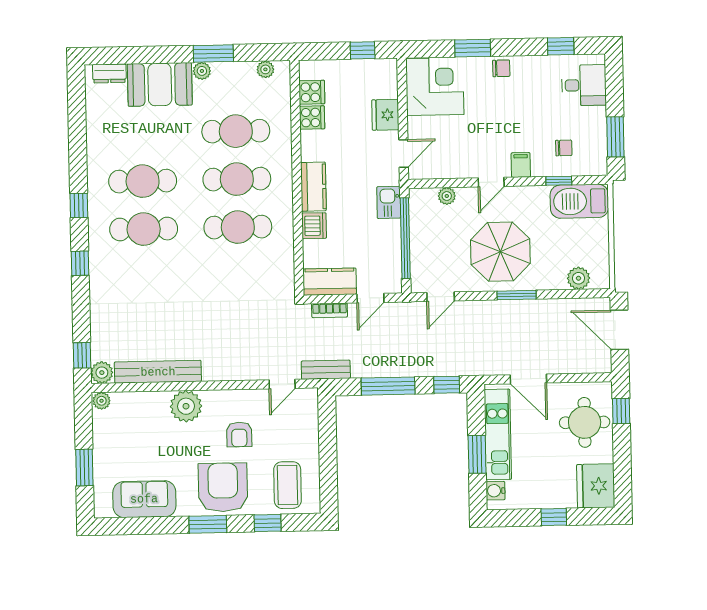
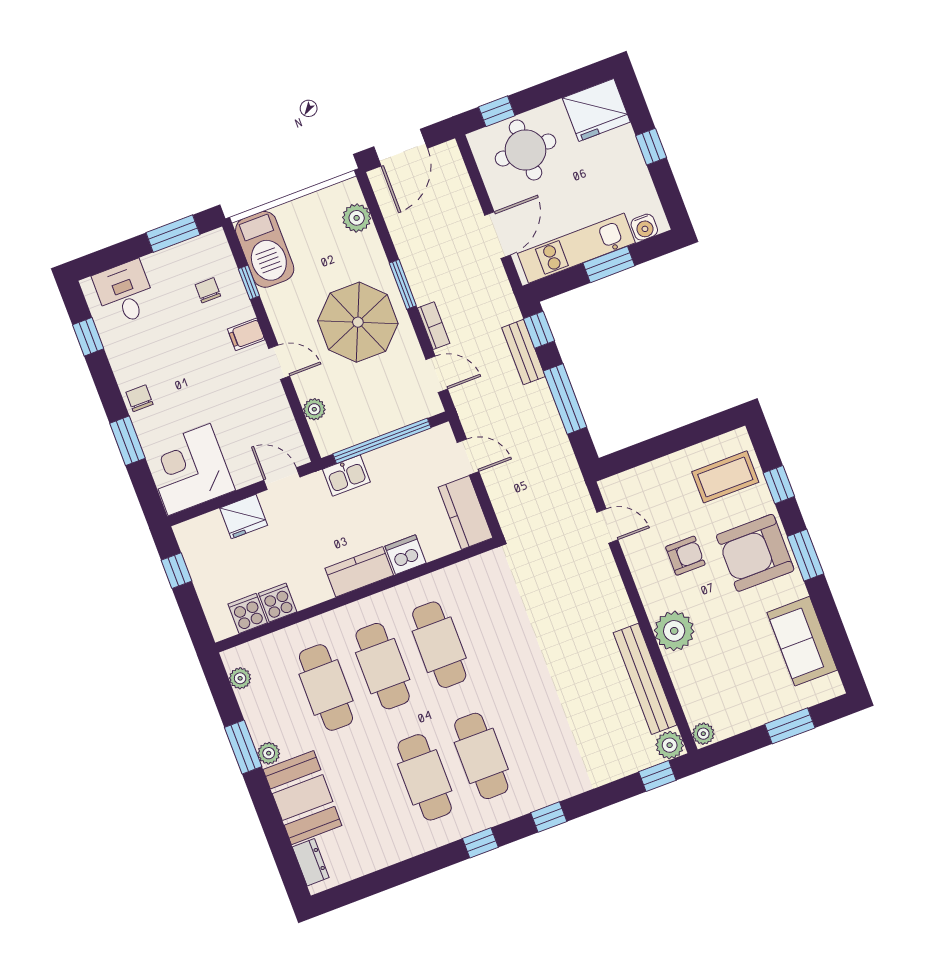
bookcase: (330, 310) -> (434, 326), moved
bench: (326, 370) -> (523, 352), moved

